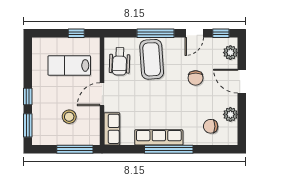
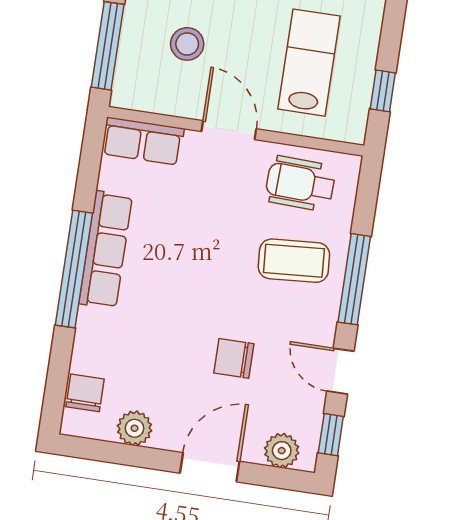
coffee table: (152, 59) -> (294, 261), width x0.73, depth x0.76
chair: (211, 126) -> (85, 393), moved

